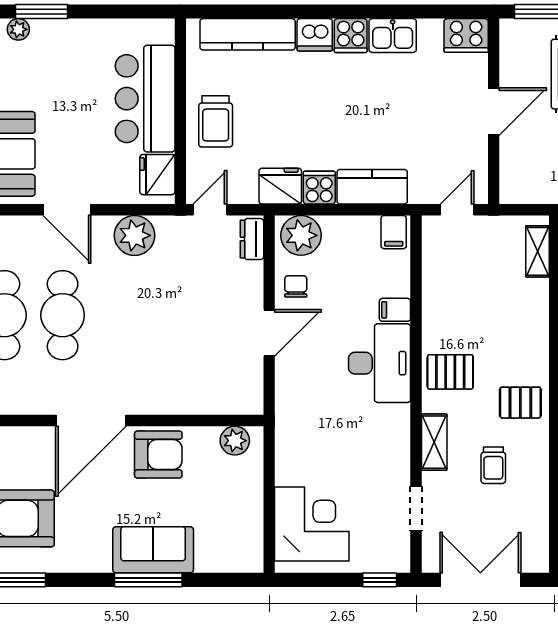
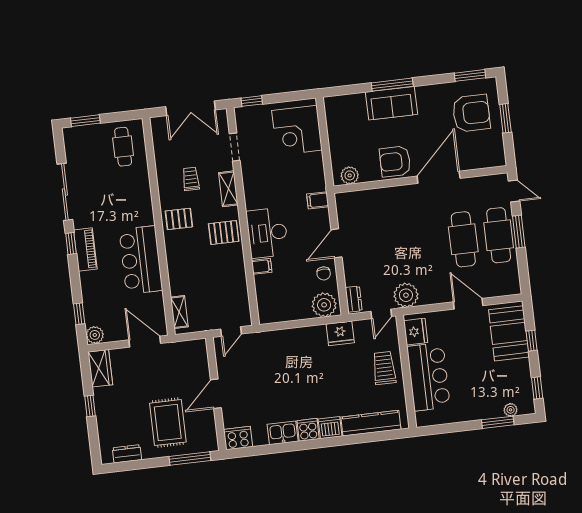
kitchen counter: (372, 187) -> (284, 339), removed
cooker: (319, 188) -> (316, 335), removed
filing cabinet: (394, 232) -> (318, 200), moved, turned -90
plant: (135, 235) -> (406, 295), moved

